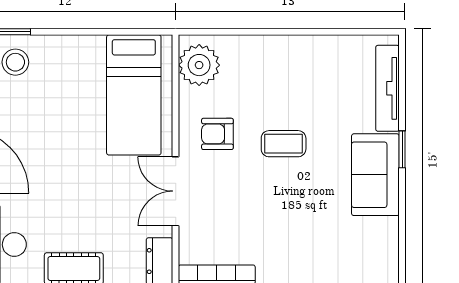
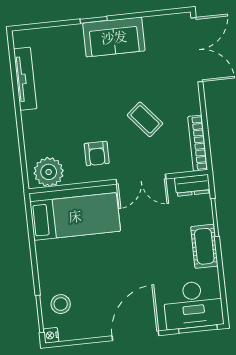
tv unit: (387, 88) -> (25, 79), moved, turned -90
coffee table: (284, 144) -> (145, 119), moved, turned -40

